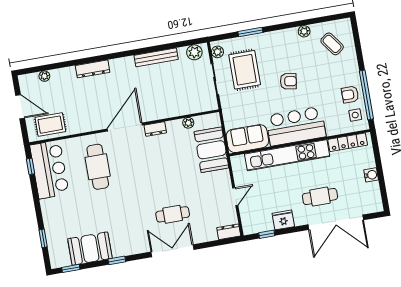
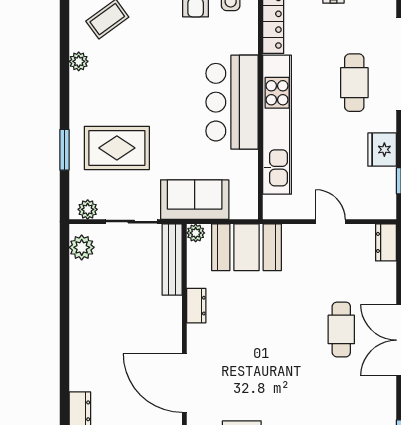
bench: (156, 57) -> (172, 260), moved
rug: (245, 70) -> (117, 148), moved
armchair: (288, 81) -> (156, 102), removed
plant: (188, 123) -> (196, 233), moved
dresser: (155, 129) -> (196, 306), moved
sofa: (247, 139) -> (195, 200), moved, turned 90

